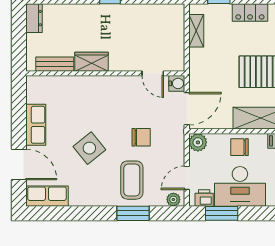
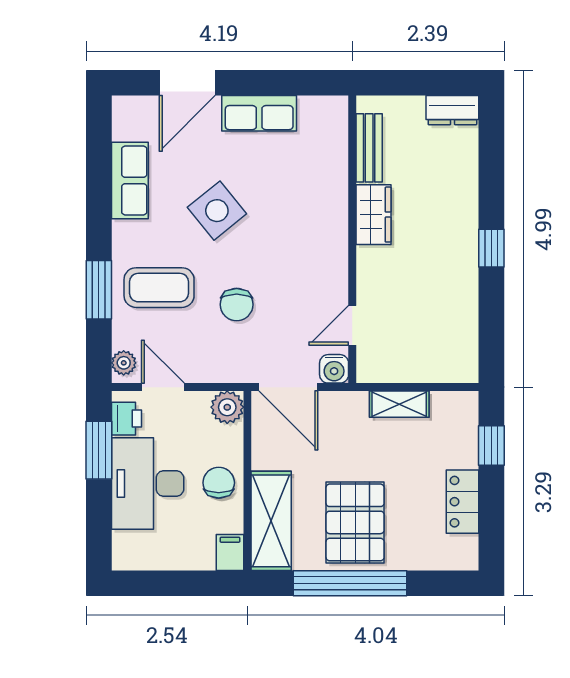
shelving: (196, 31) -> (399, 404), moved
row of seats: (47, 196) -> (130, 180), moved

